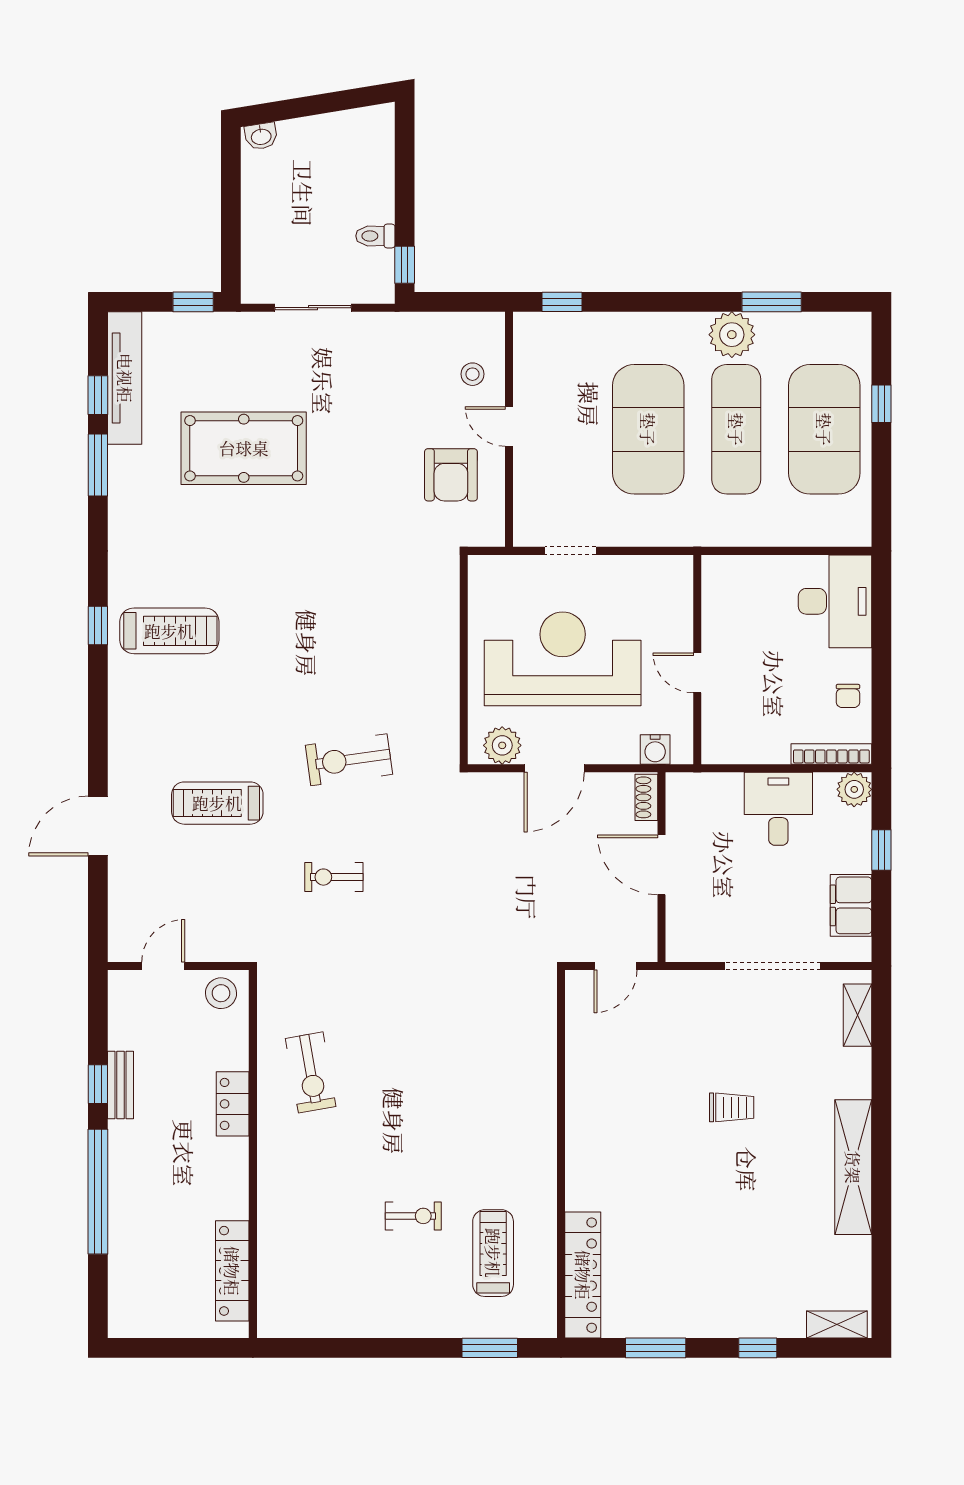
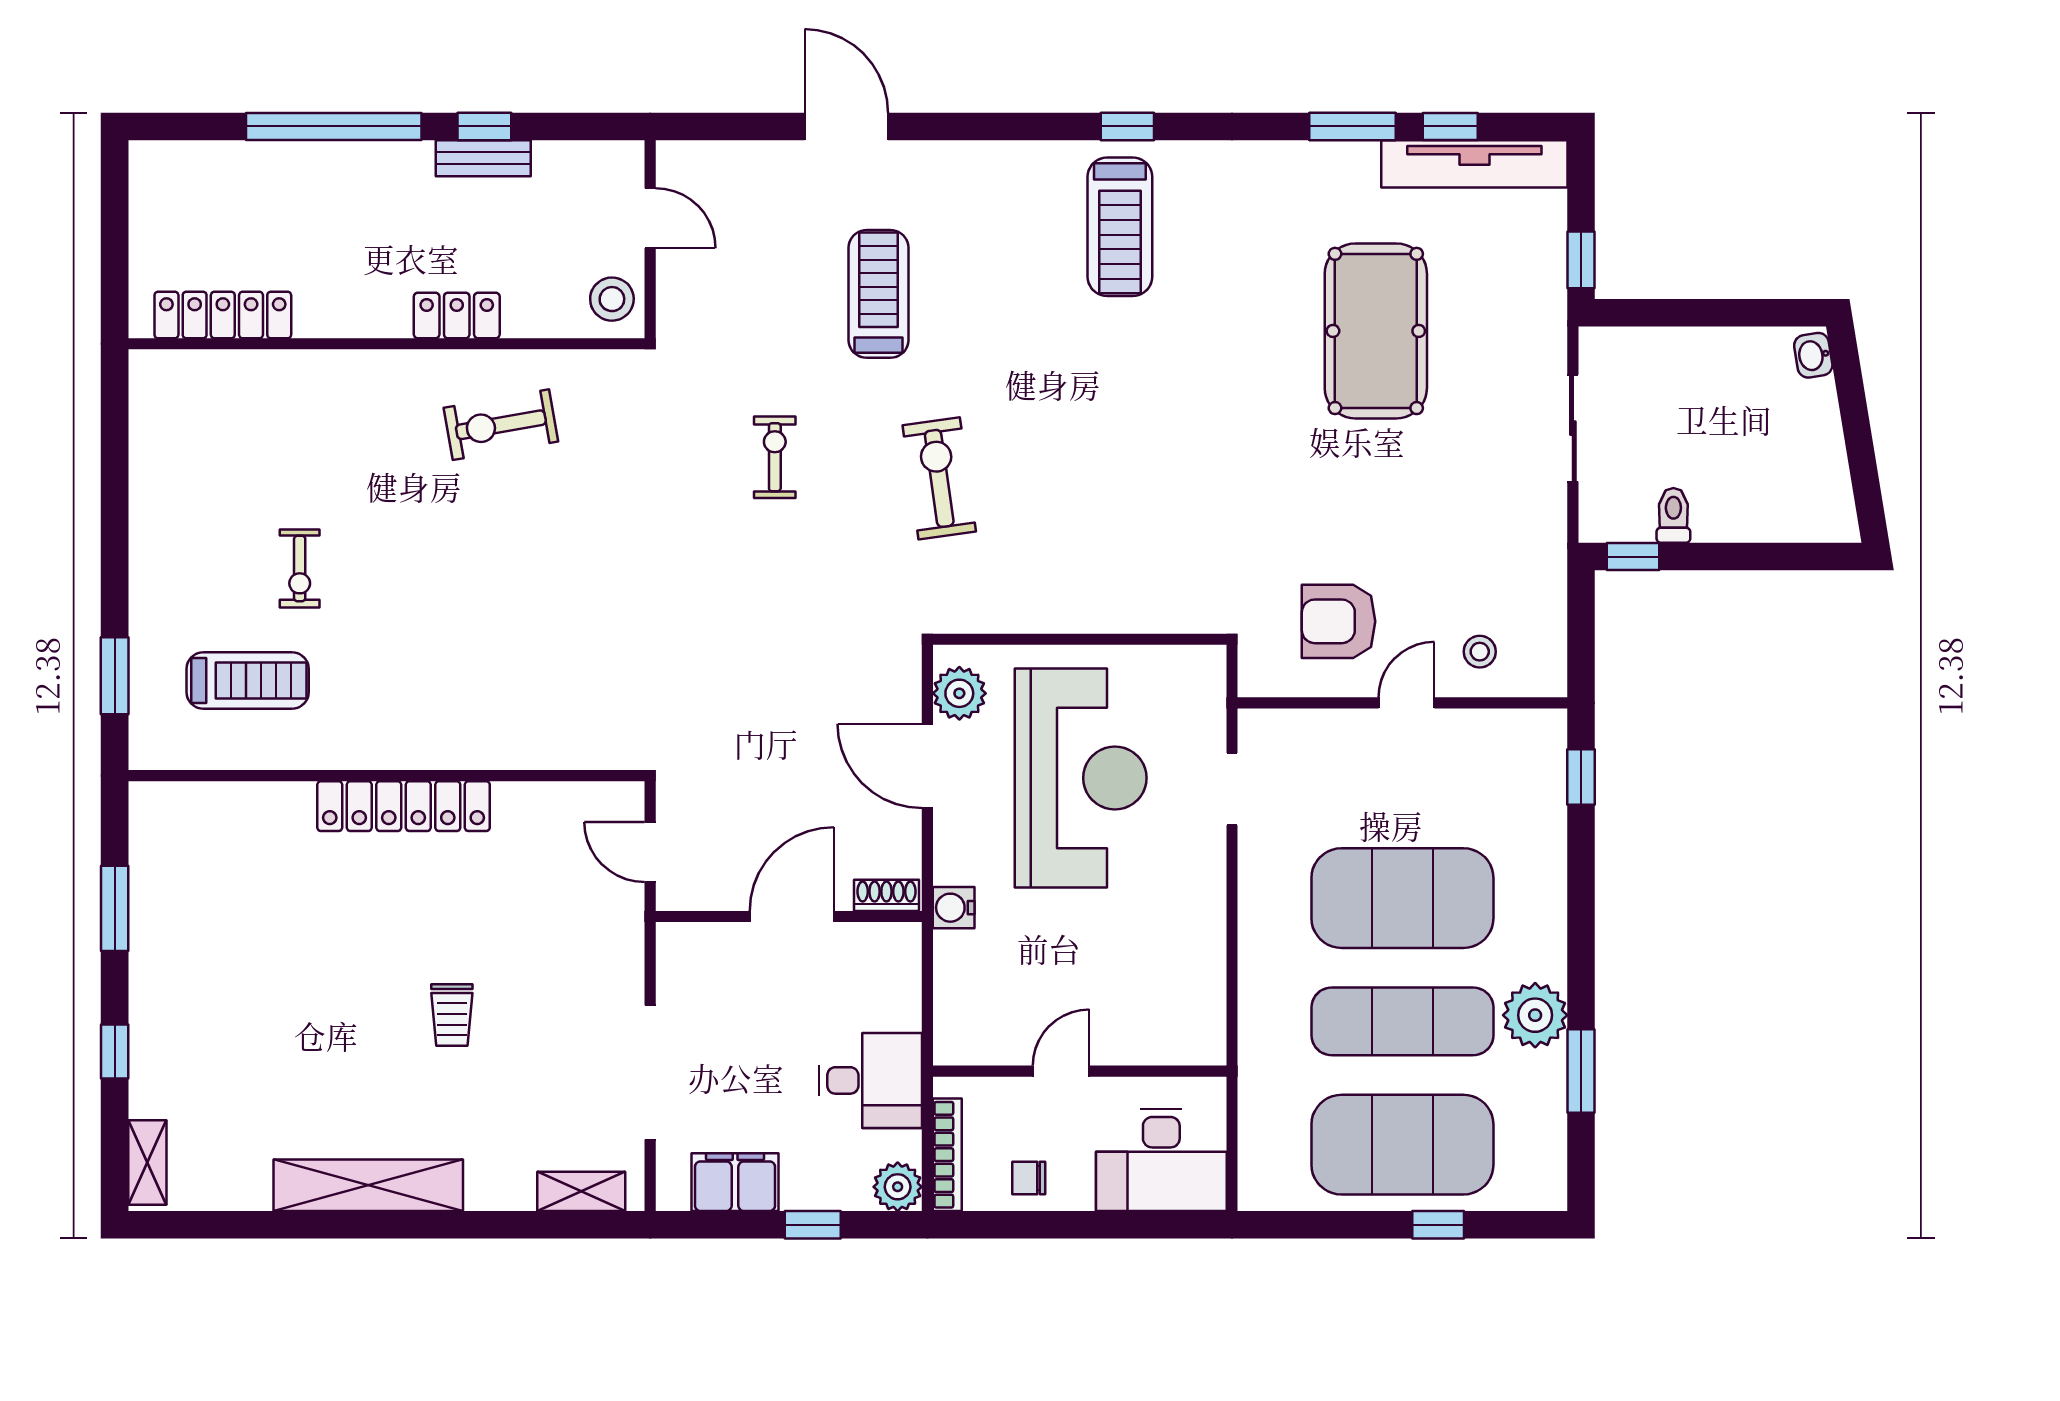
wall: (697, 660) -> (1080, 1071), moved
door: (697, 673) -> (1061, 1071), moved
locker: (583, 1275) -> (404, 806), moved

